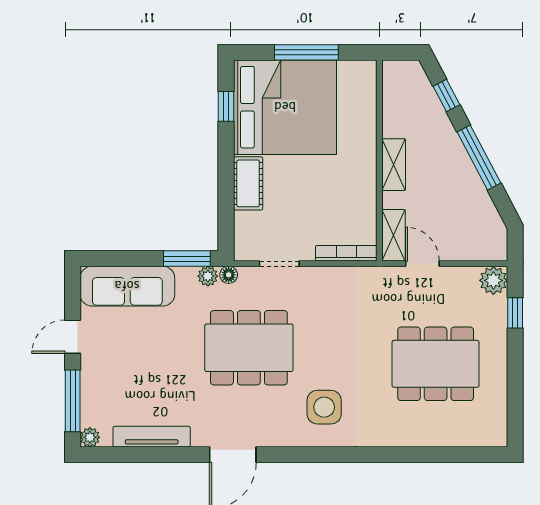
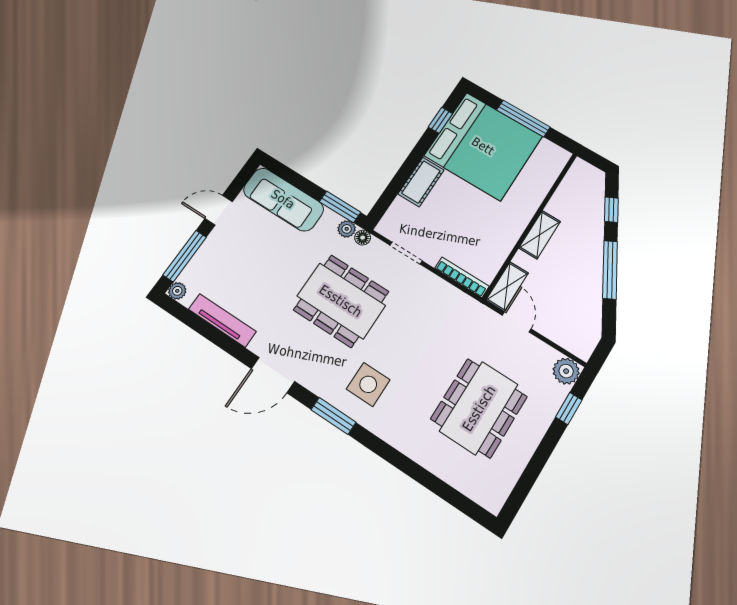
dining table: (436, 364) -> (479, 408), turned 90
window: (312, 455) -> (333, 416), added

